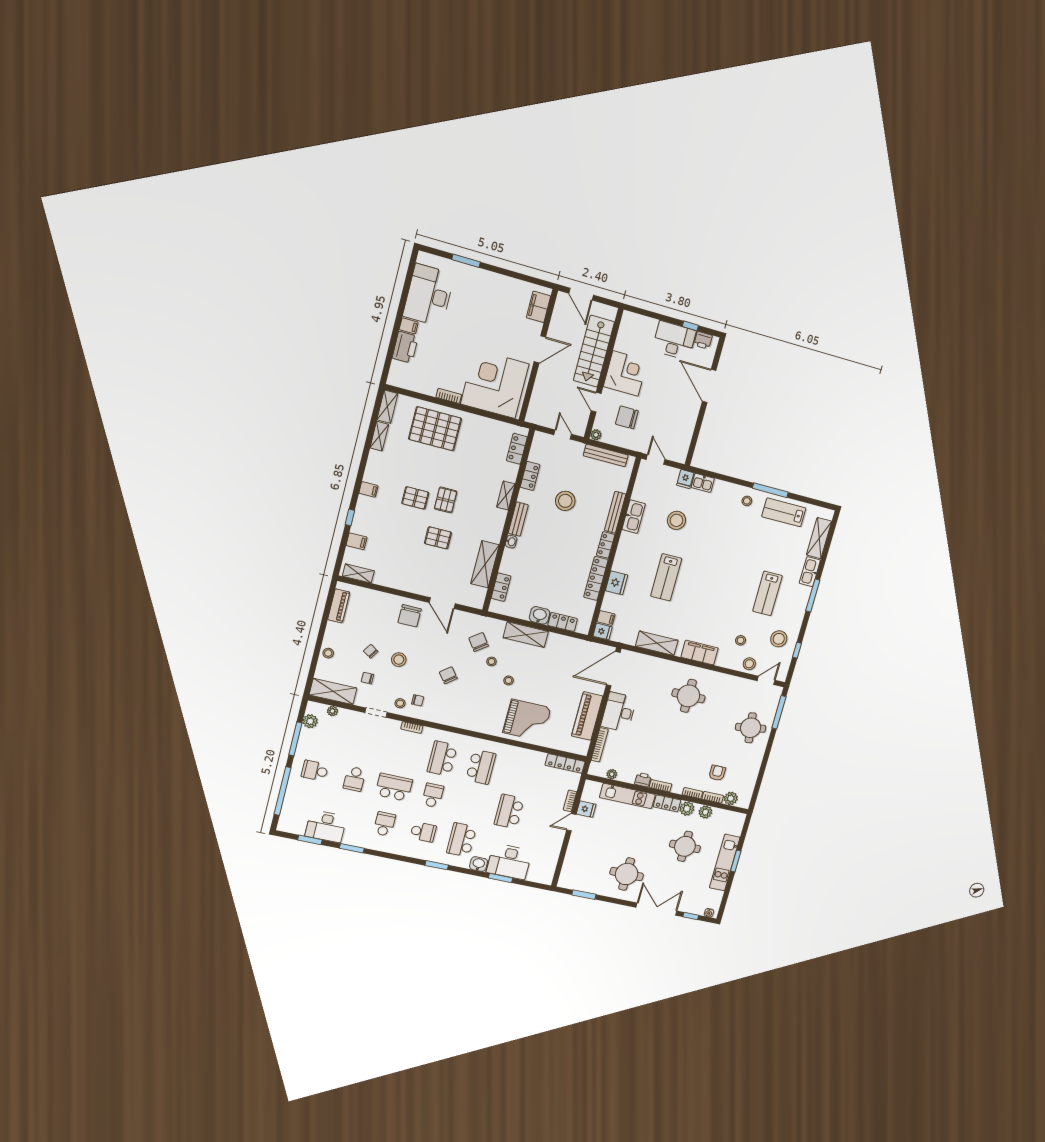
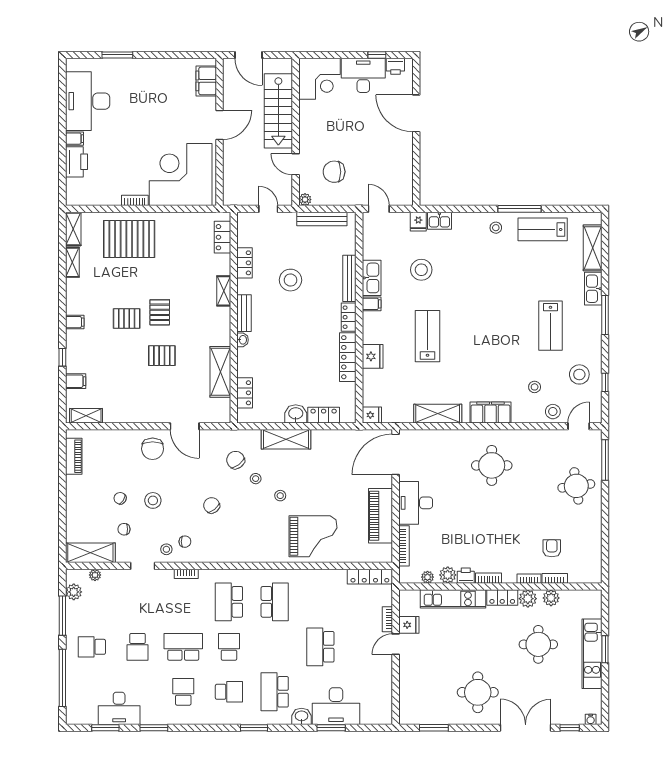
corner desk: (625, 373) -> (319, 79), moved, turned 90
lab bench: (666, 577) -> (428, 336), turned 180
filing cabinet: (606, 618) -> (372, 304), moved
stool: (328, 653) -> (75, 511), removed
plant: (731, 798) -> (448, 575), moved

